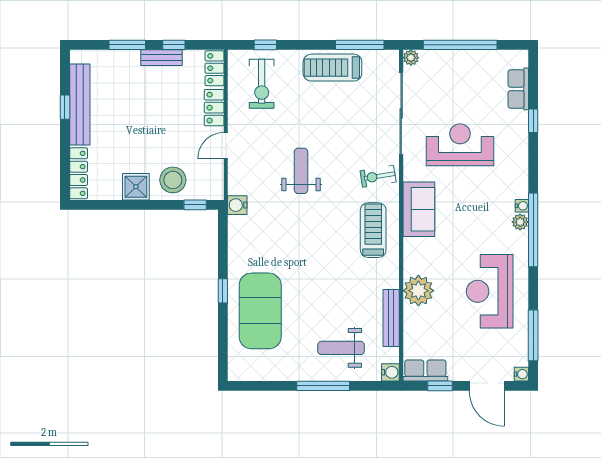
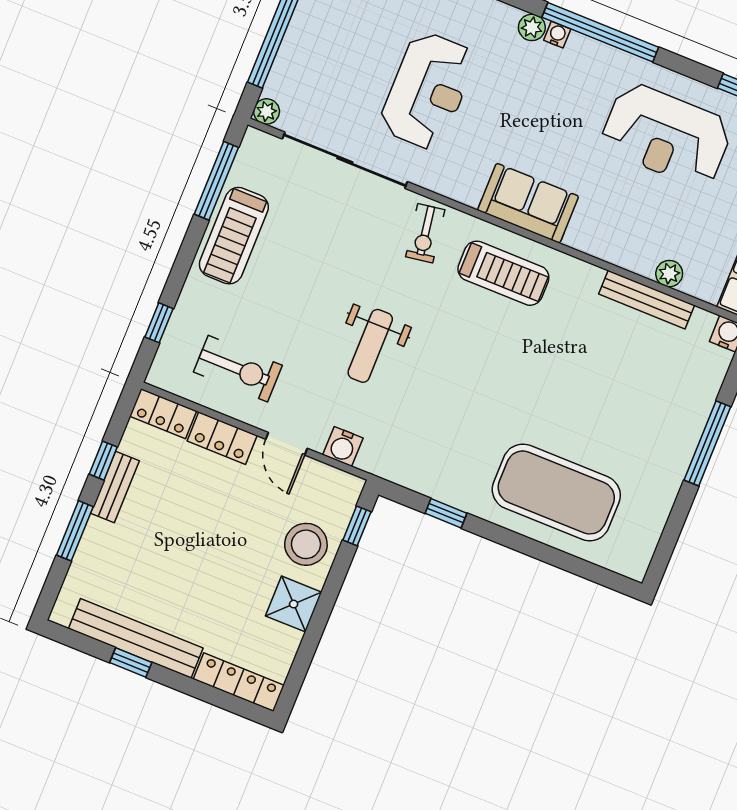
exercise bike: (262, 84) -> (238, 369), moved
reception desk: (460, 145) -> (428, 91), turned 180
weight bench: (301, 171) -> (370, 346), turned -90
water cooler: (237, 205) -> (343, 446), moved
sofa: (419, 209) -> (528, 203), moved
plant: (520, 222) -> (532, 27), moved
treadmill: (373, 230) -> (503, 273), turned 180
window: (223, 291) -> (446, 513), moved
plant: (418, 291) -> (669, 274), moved, width x0.53, depth x0.53
weight bench: (341, 348) -> (661, 393), removed

